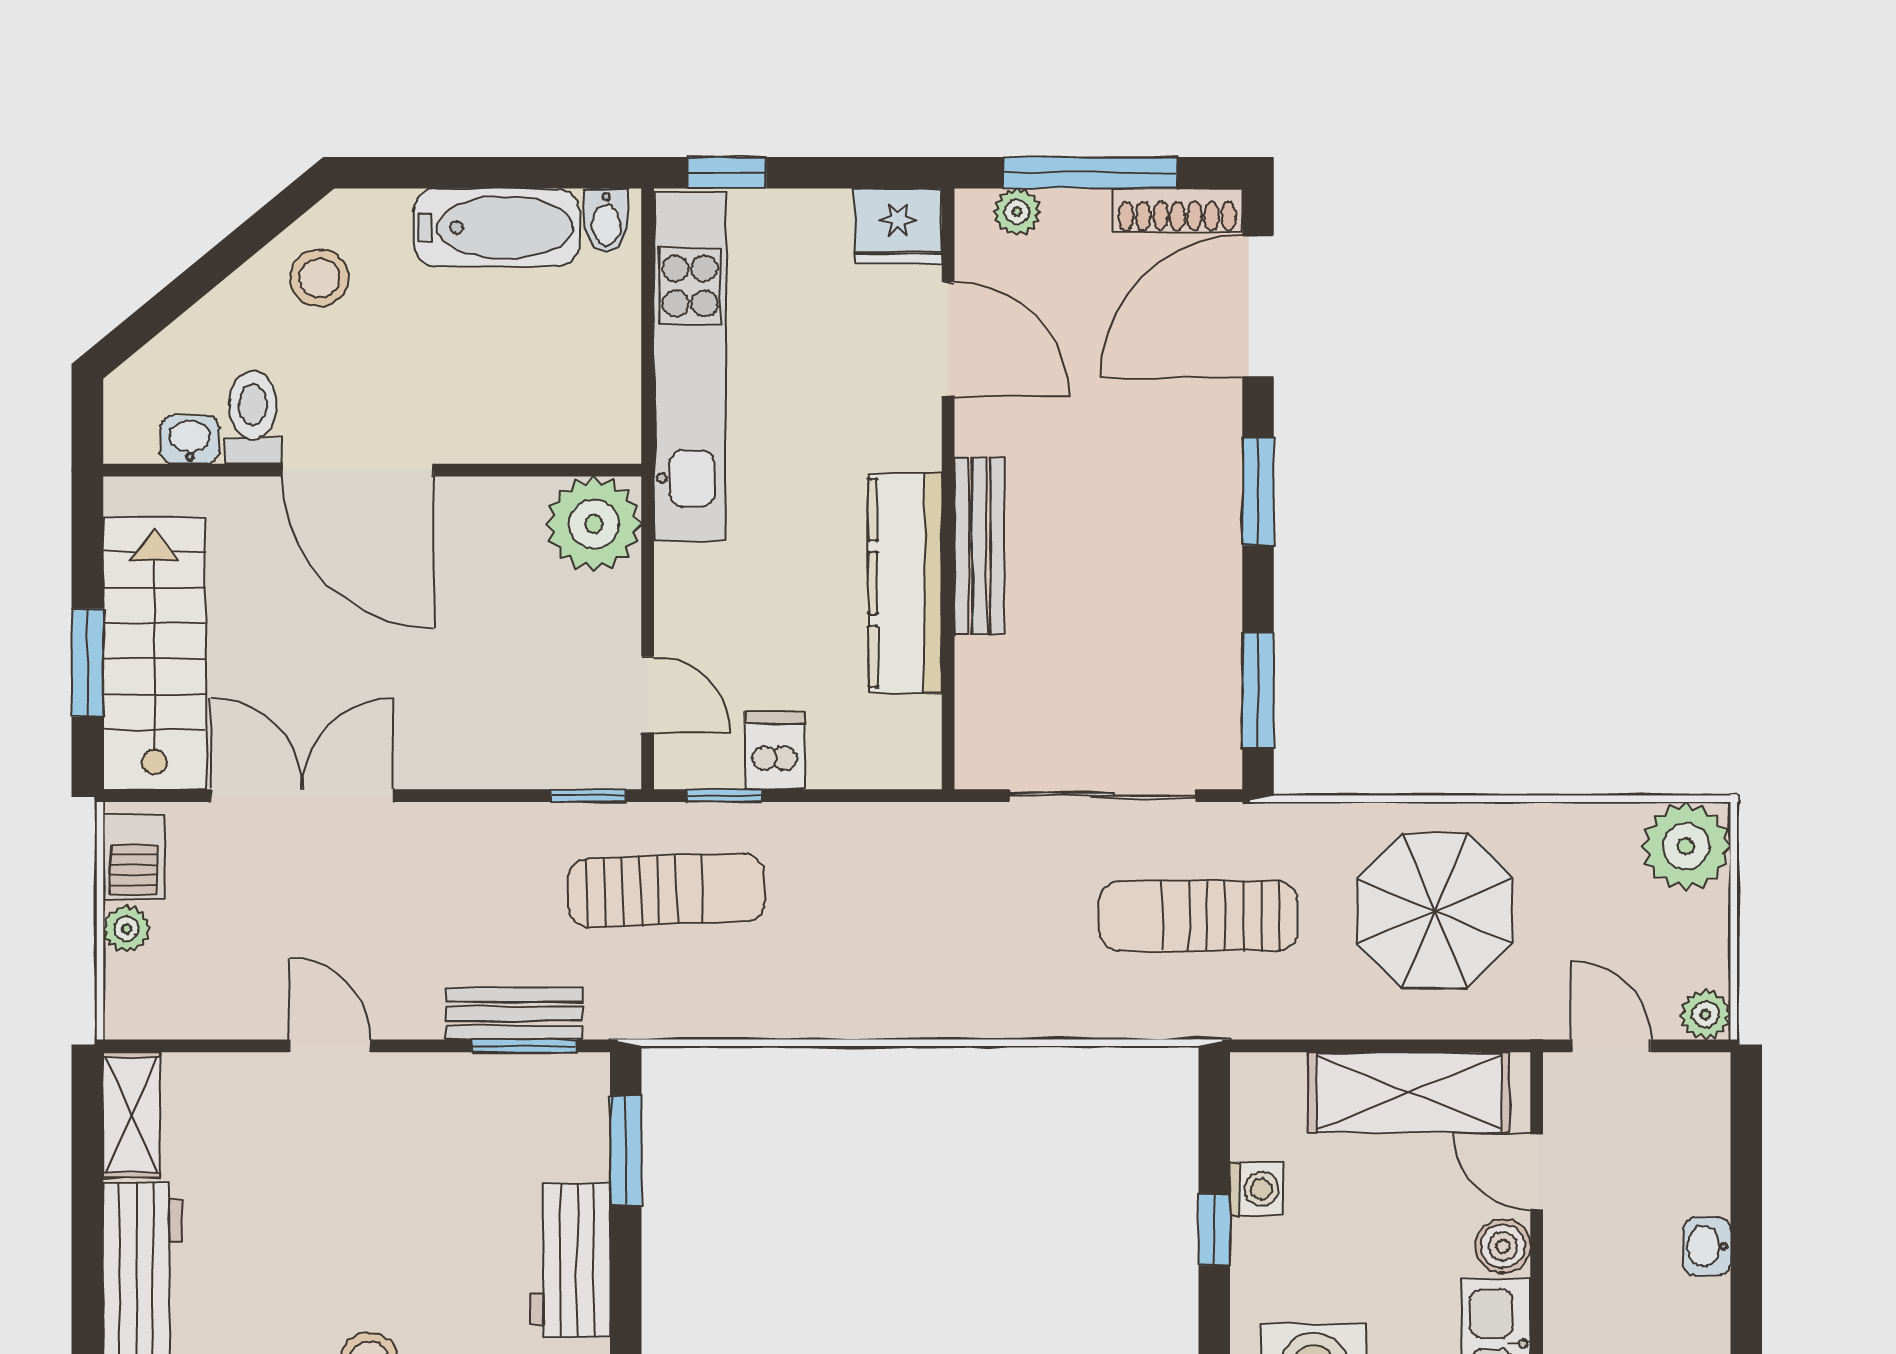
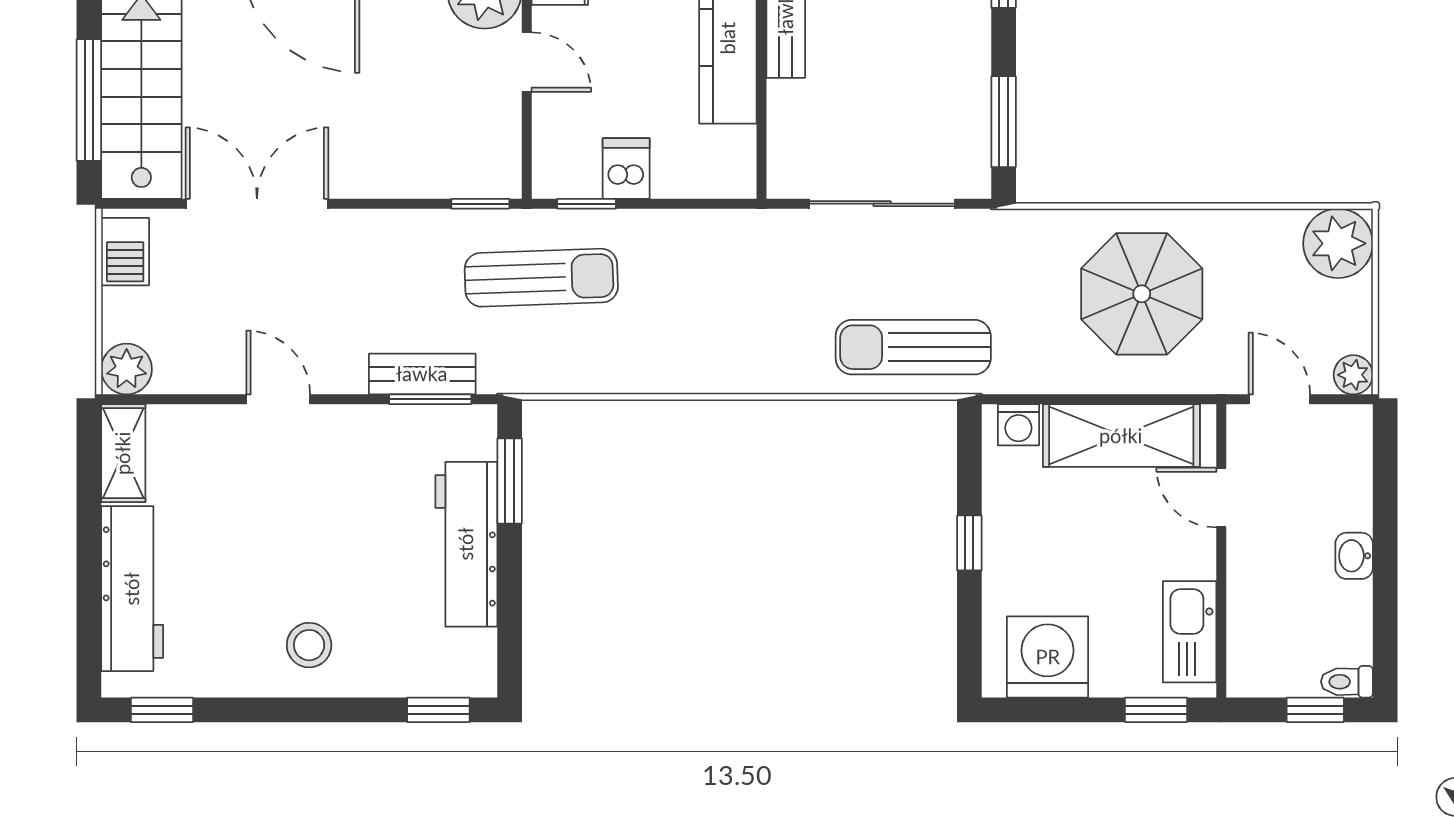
window: (87, 663) -> (89, 100), width x1.44
door: (648, 695) -> (527, 62), moved
sun lounger: (1199, 916) -> (913, 347), moved
plant: (127, 929) -> (127, 369), moved, width x1.38, depth x1.38
washing machine: (1256, 1189) -> (1018, 425), moved, turned 90
boiler: (1503, 1246) -> (1195, 556), removed
workbench: (570, 1260) -> (466, 544), width x1.38

